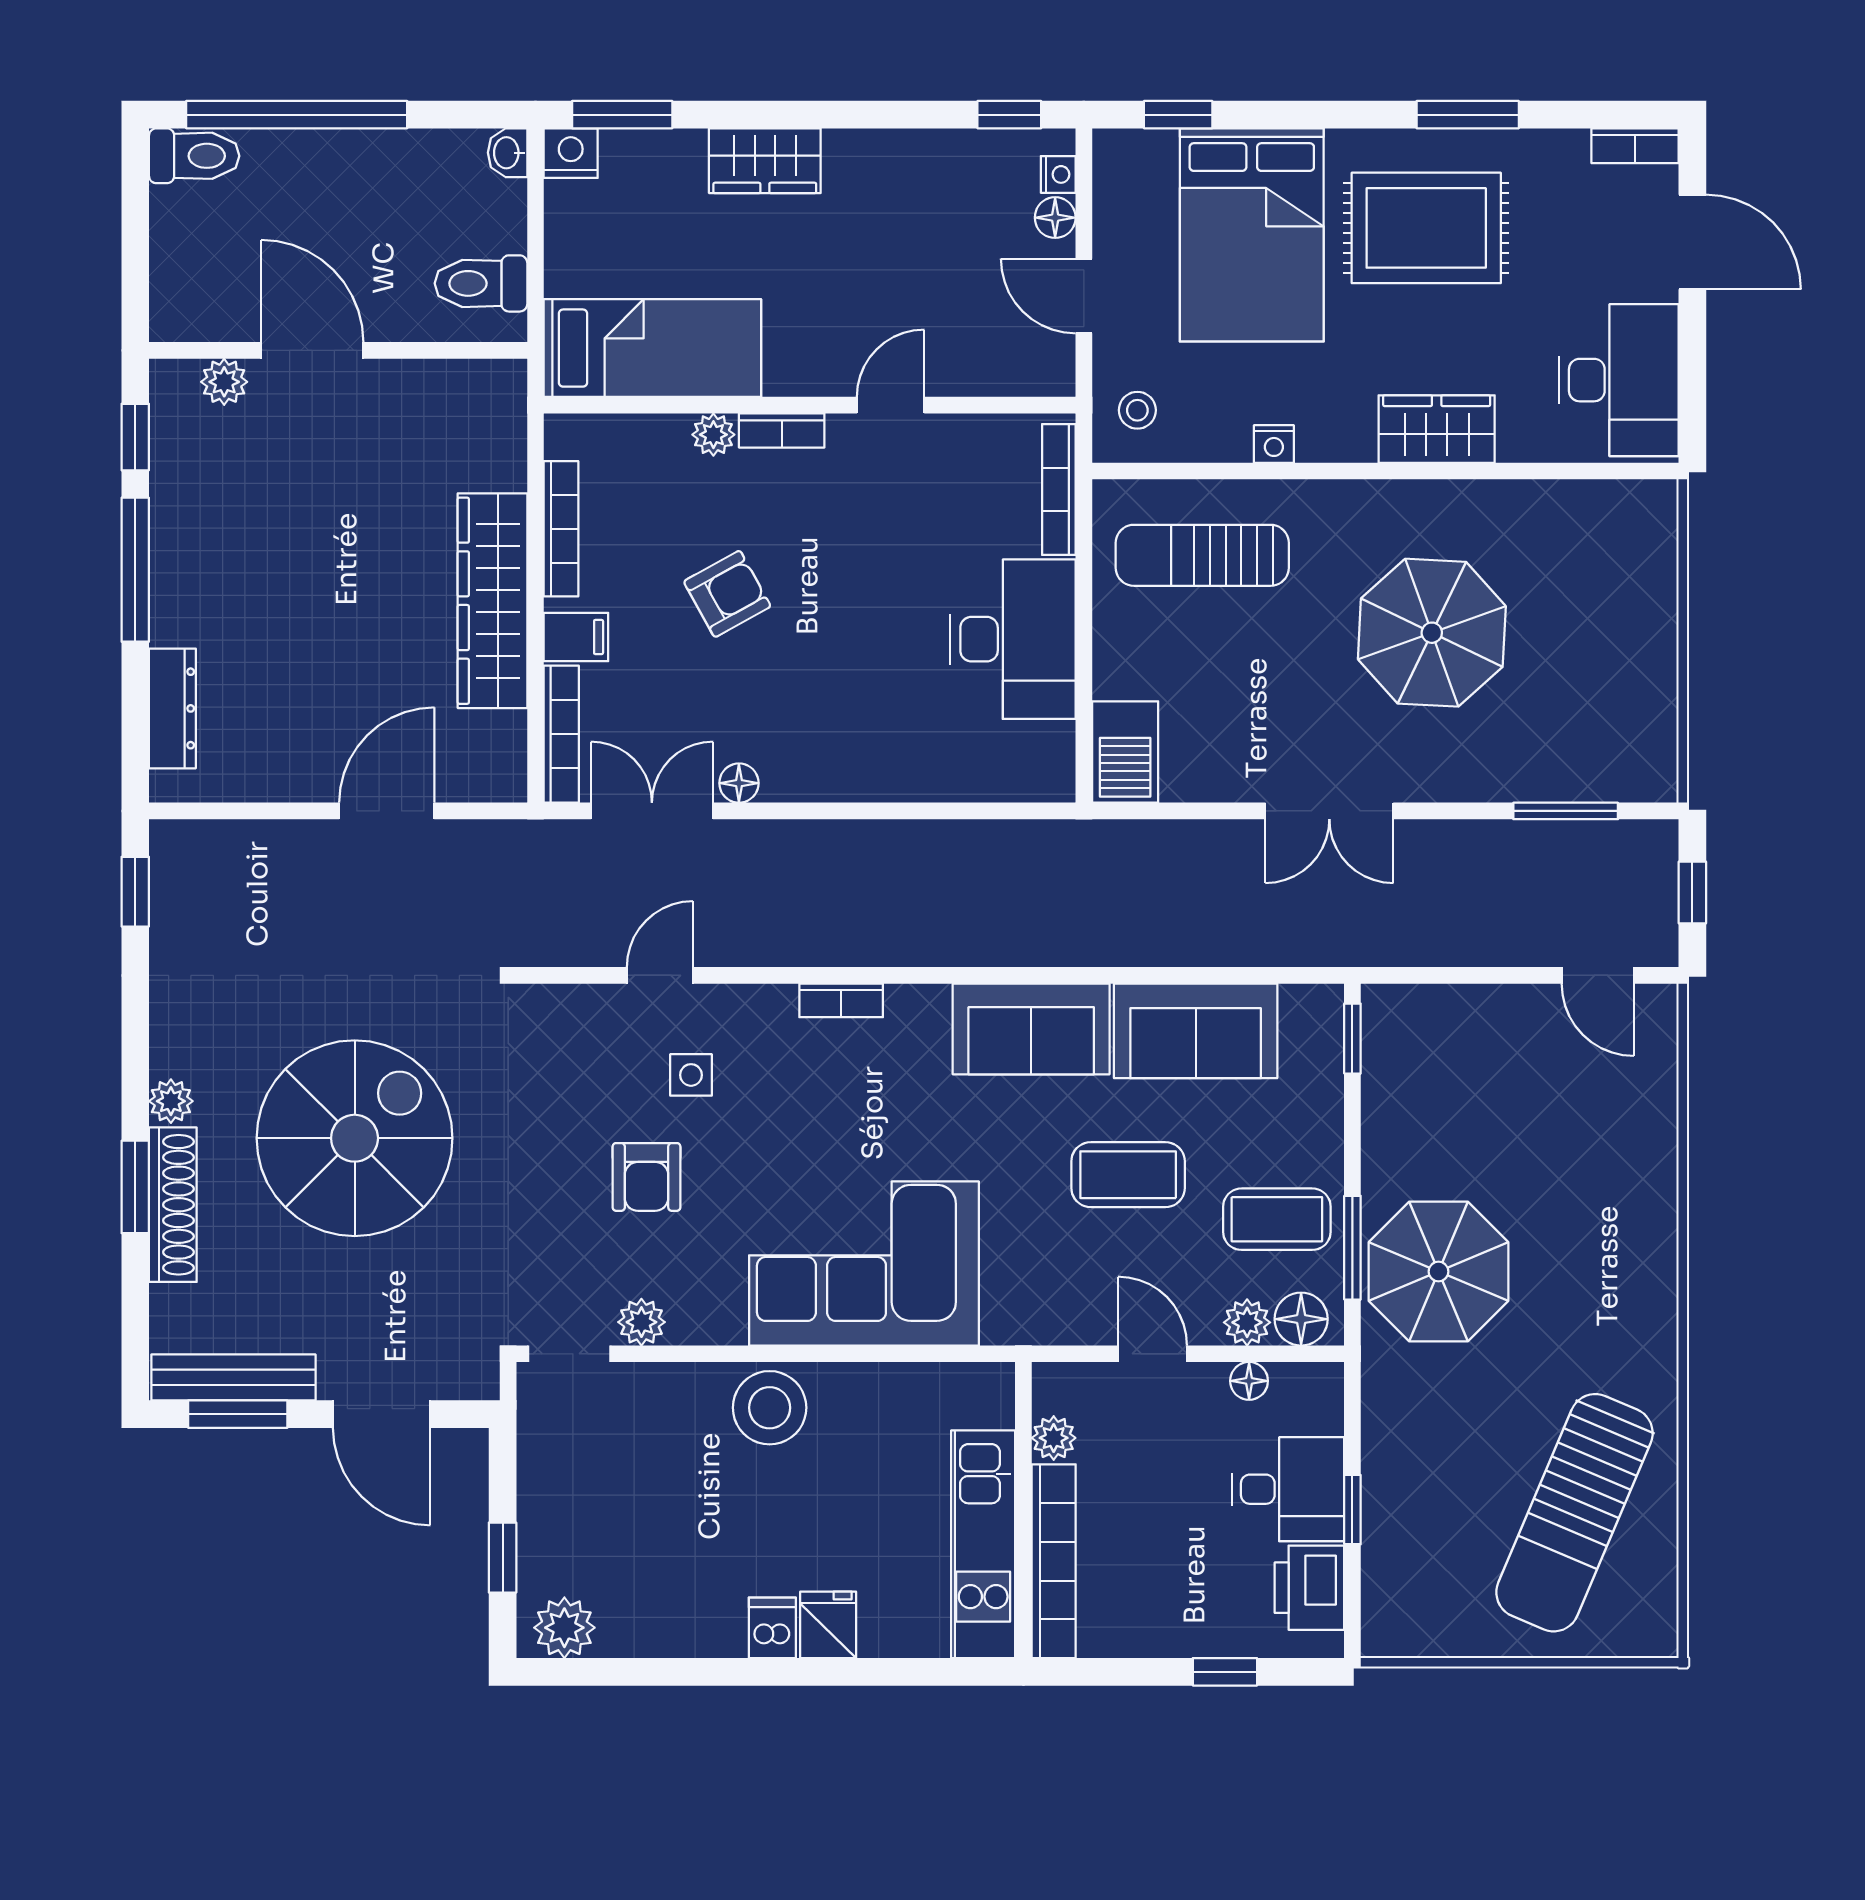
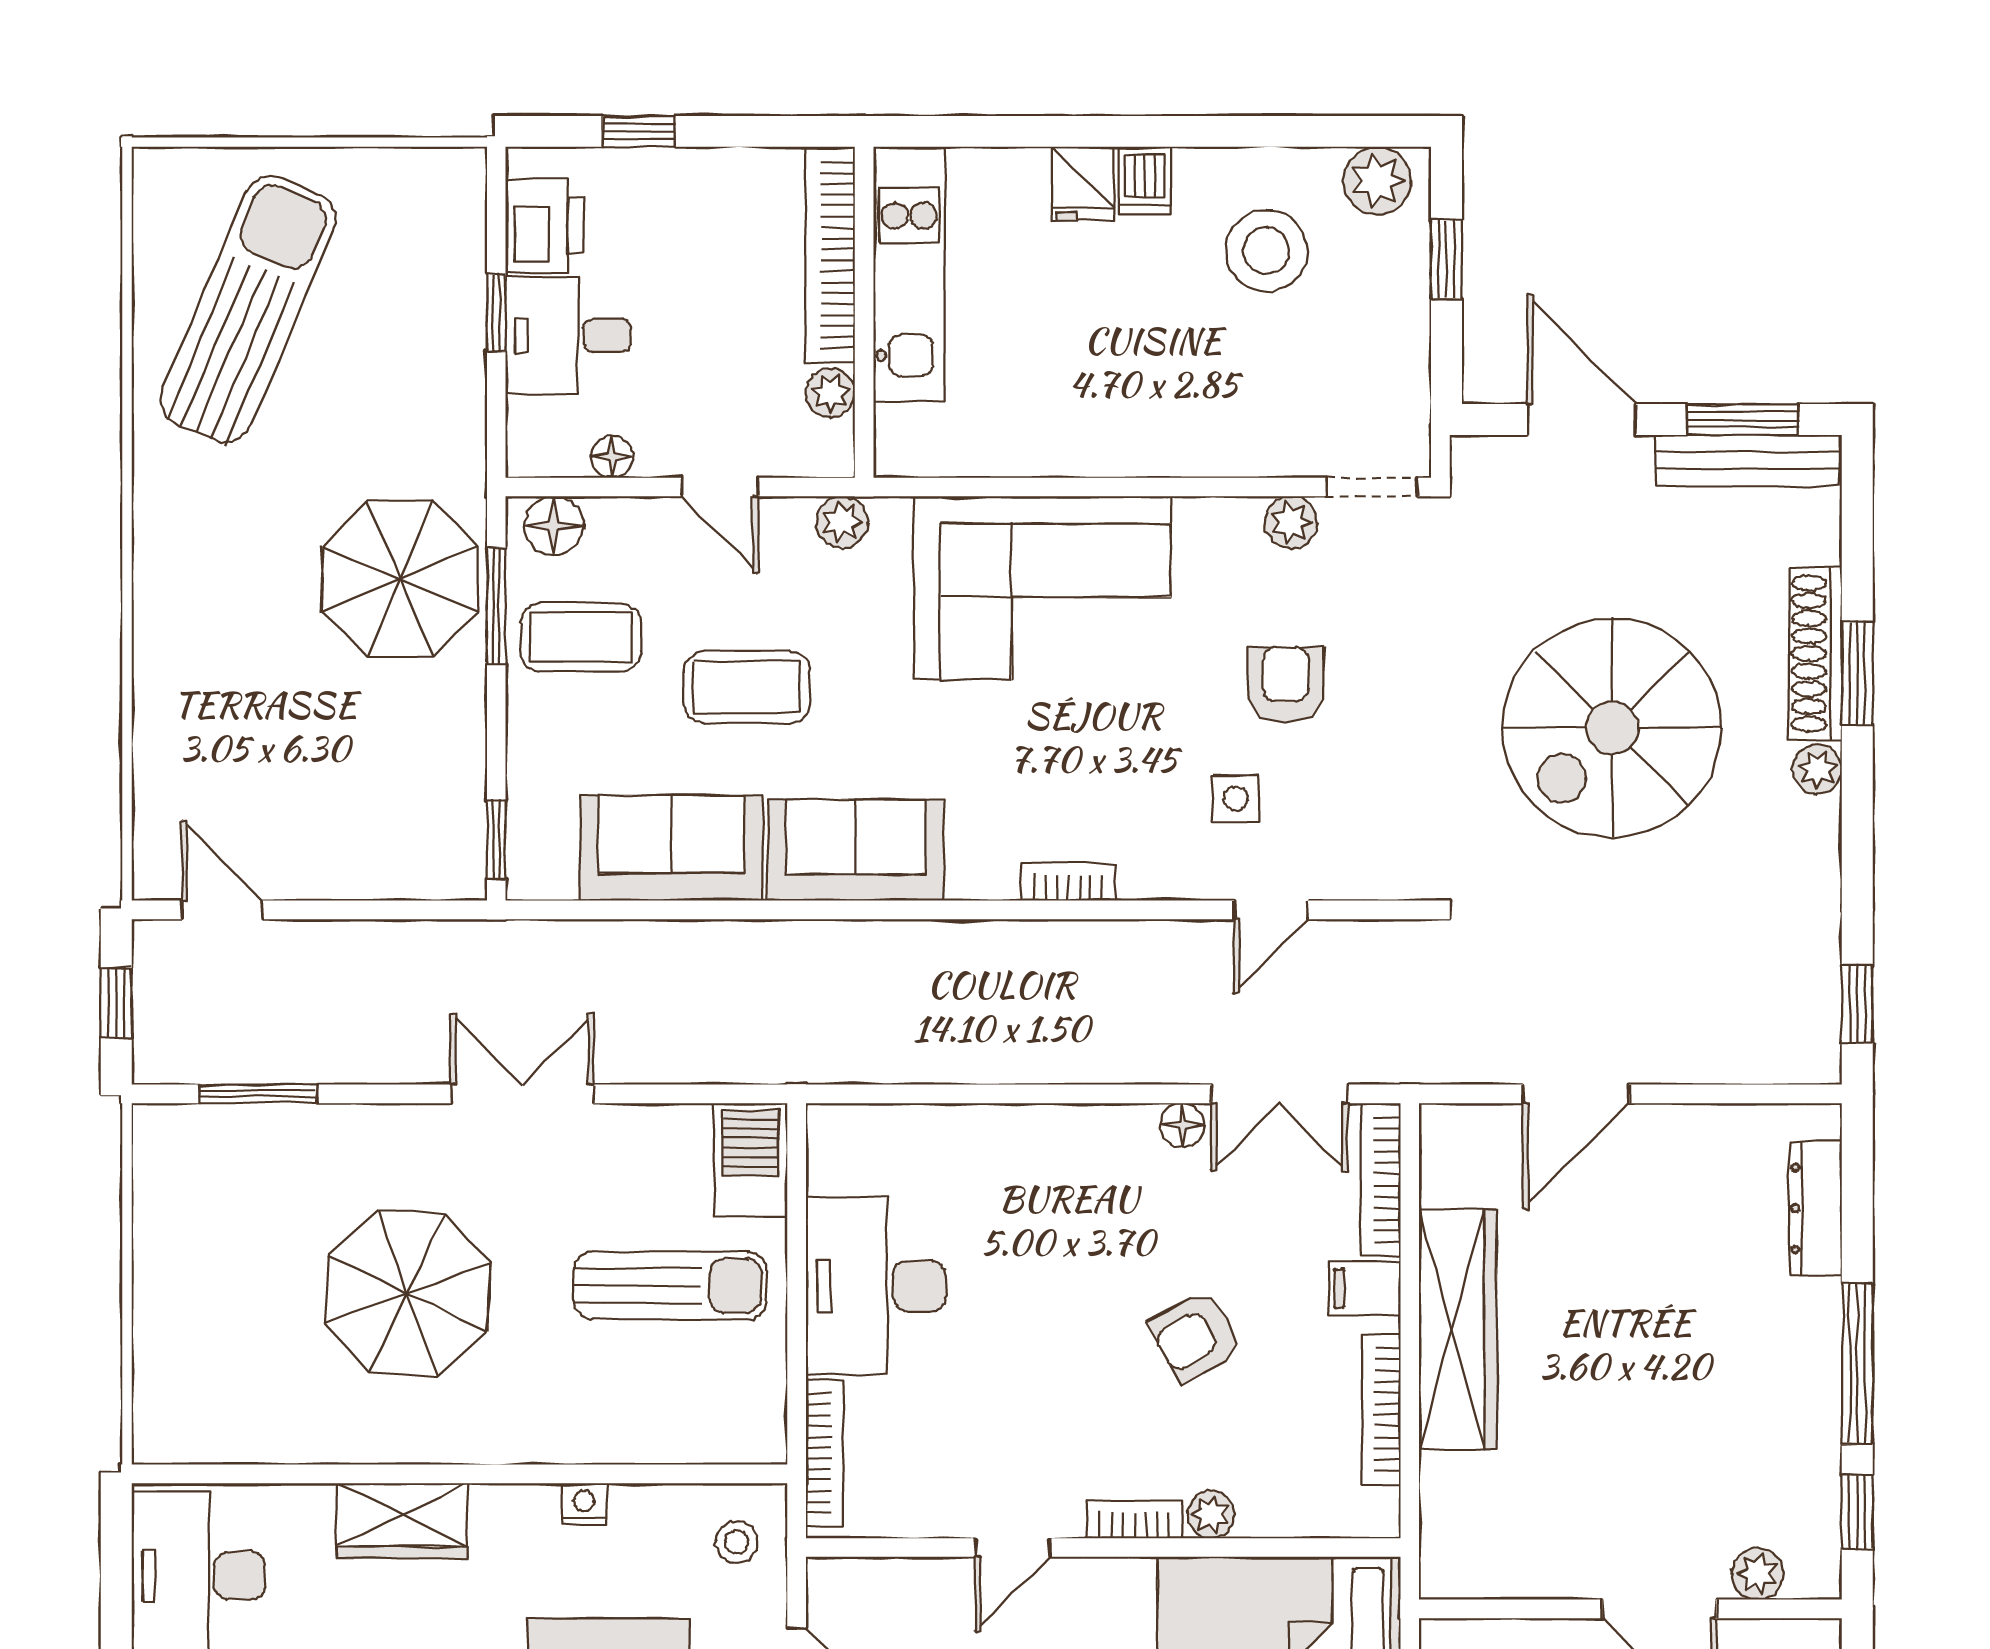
sun lounger: (1202, 555) -> (670, 1286), moved
plant: (1247, 1322) -> (842, 522), moved
stool: (770, 1408) -> (1266, 251), moved

